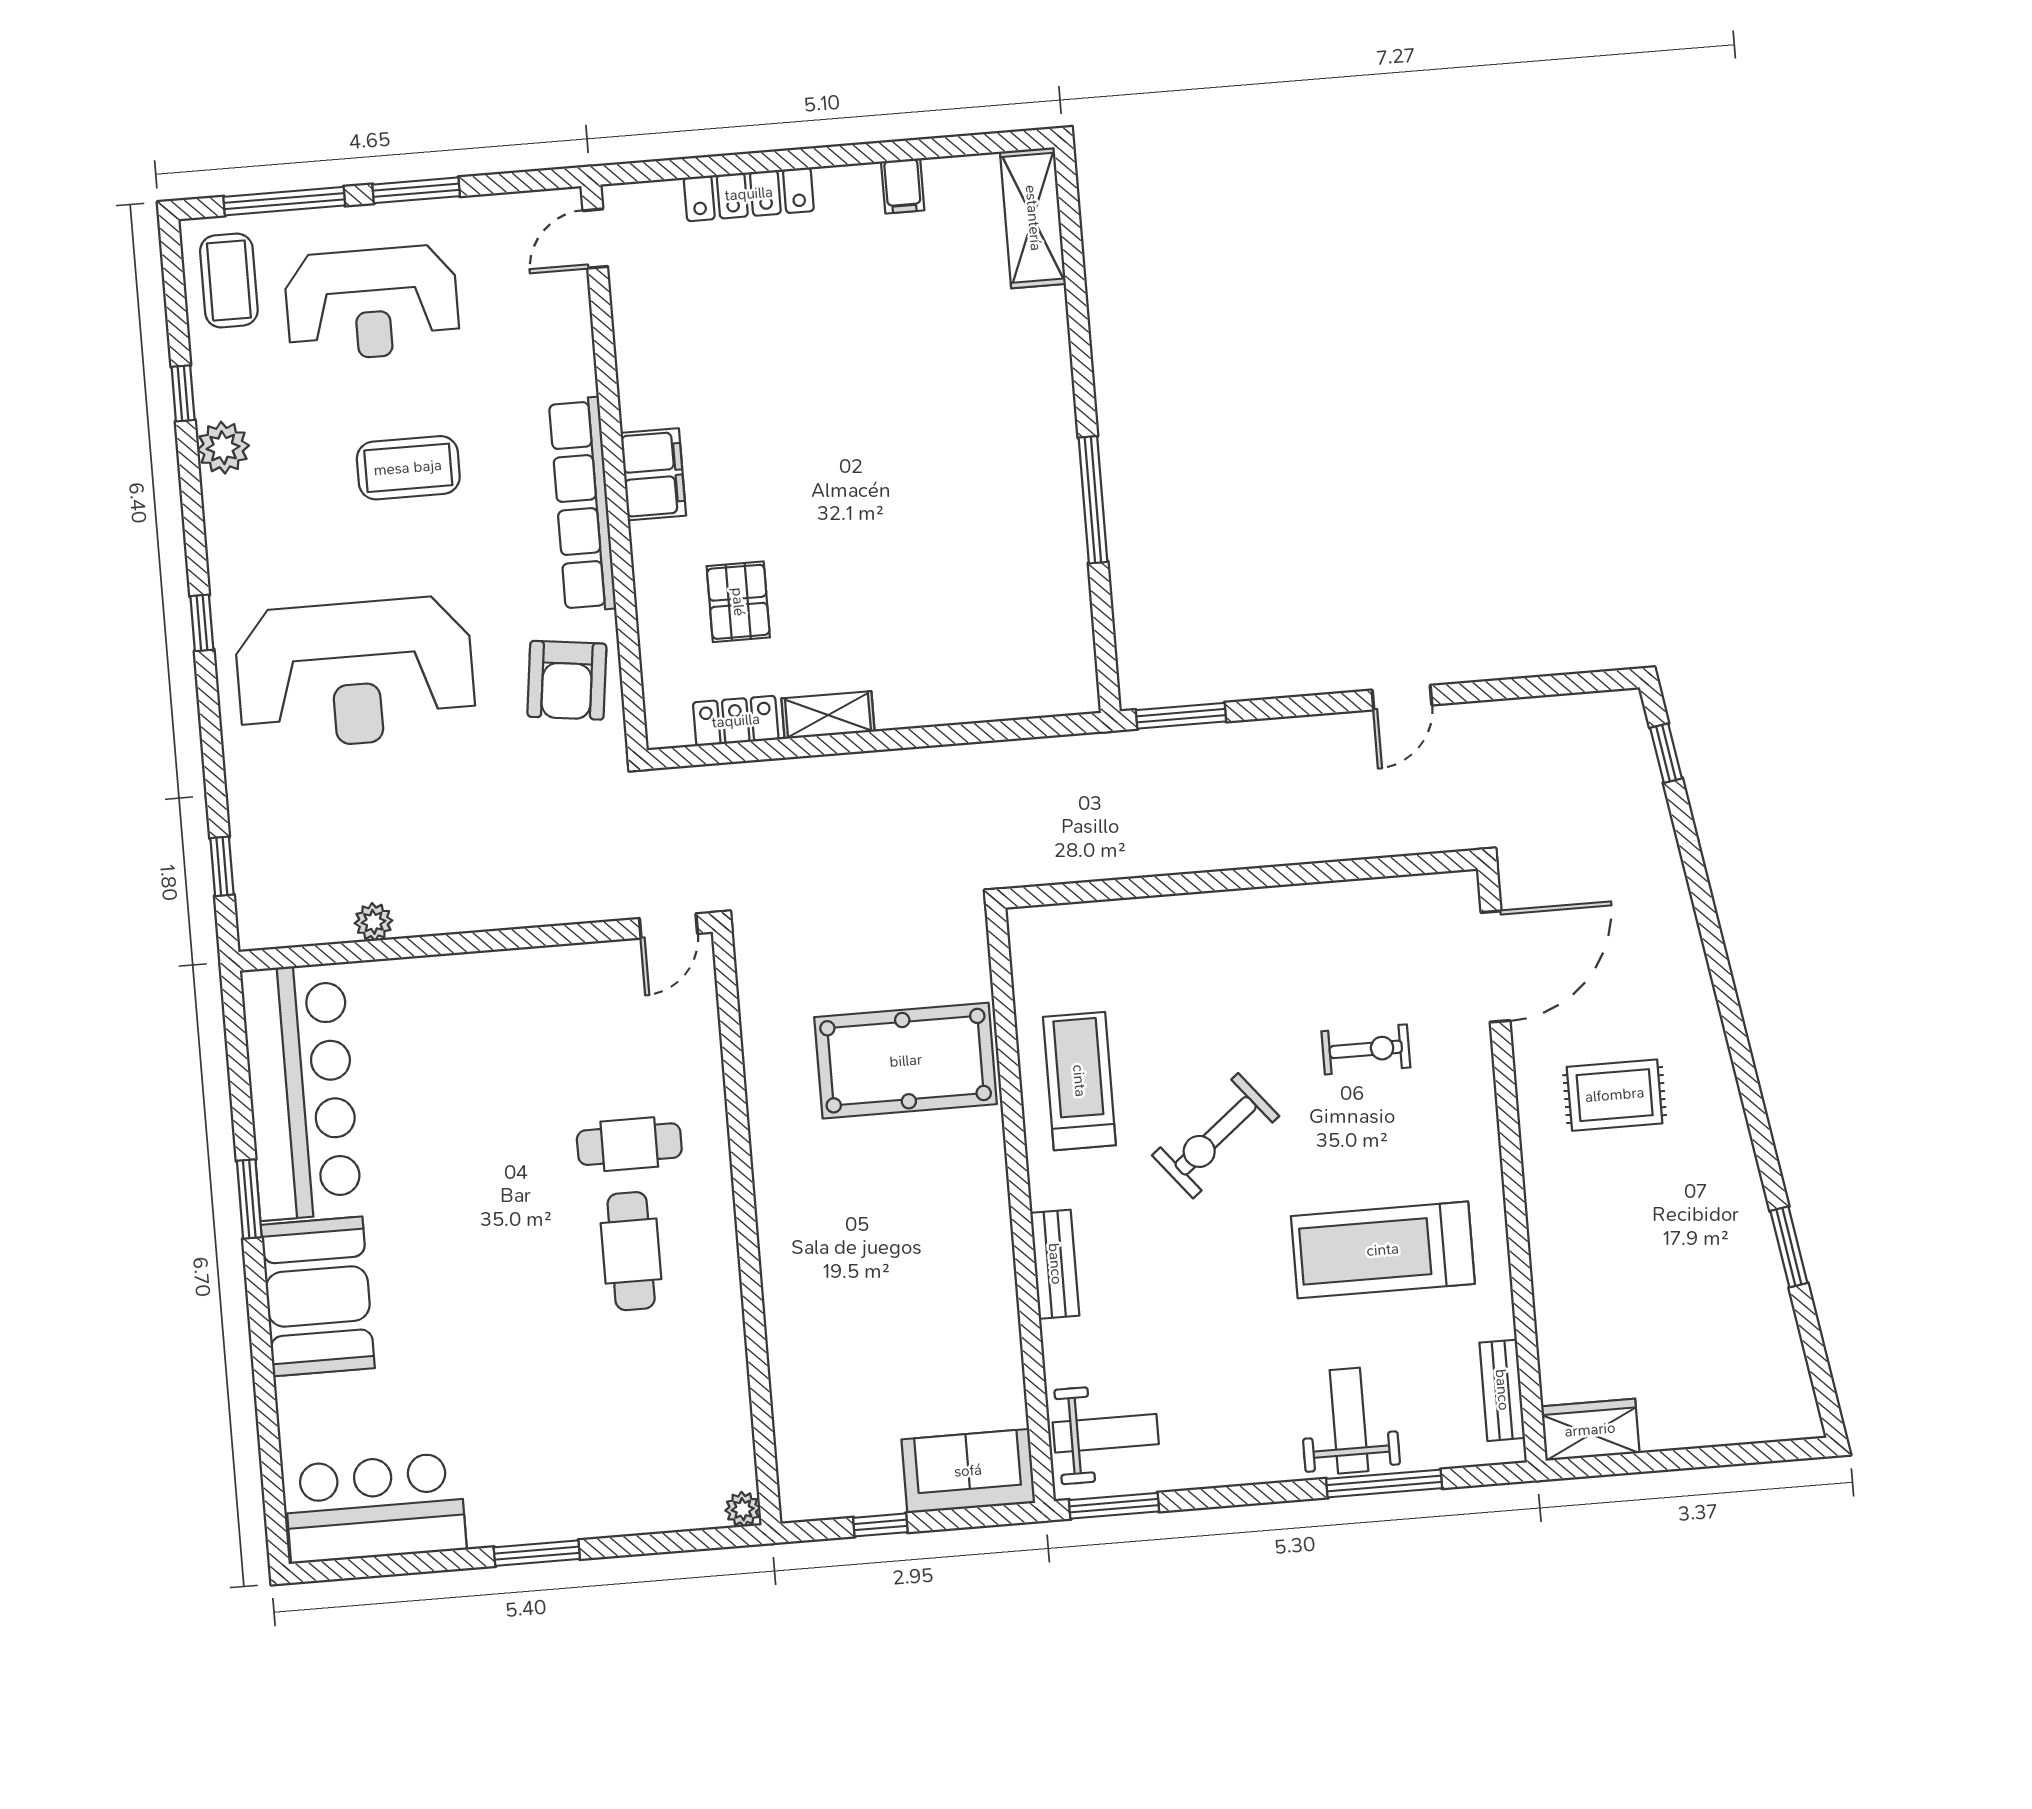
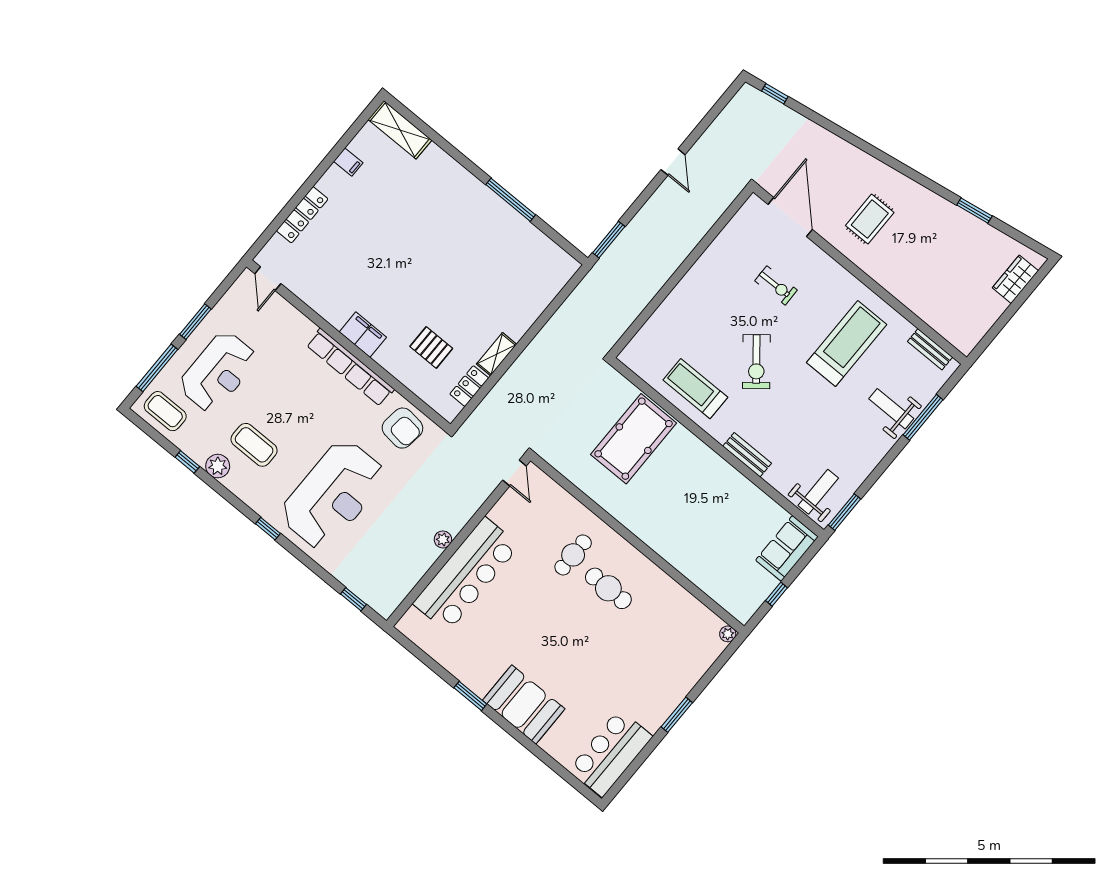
coffee table: (408, 468) -> (254, 445), moved, turned 90
plant: (373, 922) -> (443, 539), moved
exercise bike: (1366, 1049) -> (776, 285), turned 89
bar counter: (301, 1092) -> (466, 575), moved, turned 90
treadmill: (1383, 1250) -> (847, 344), turned 180
wardrobe: (1590, 1430) -> (1015, 279), moved

